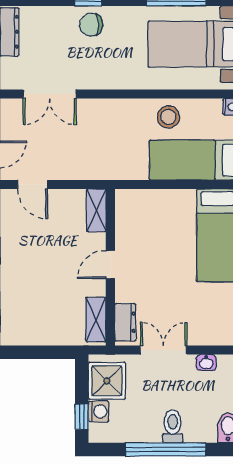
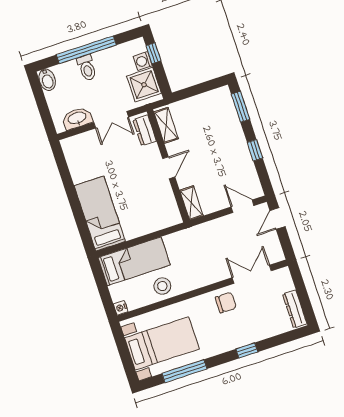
chair: (91, 25) -> (226, 303), moved
washbasin: (206, 362) -> (77, 118), width x1.91, depth x1.45

